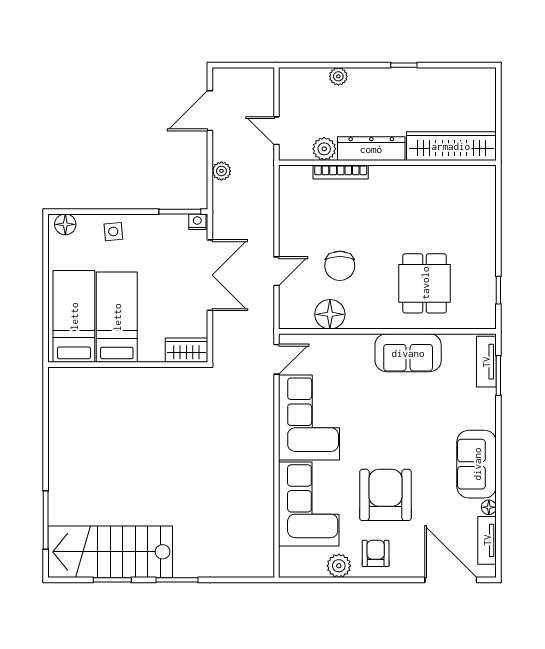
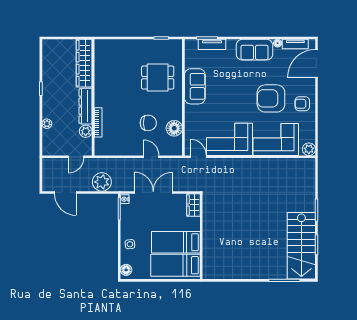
plant: (221, 171) -> (102, 182), width x1.88, depth x1.88
tv unit: (486, 362) -> (212, 44), moved
plant: (339, 566) -> (309, 149), moved

